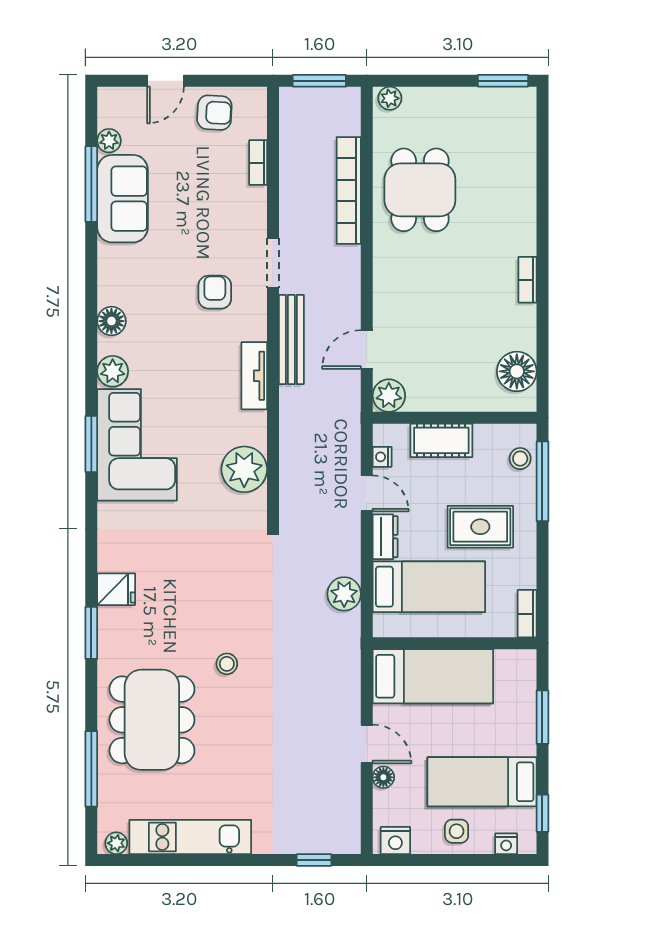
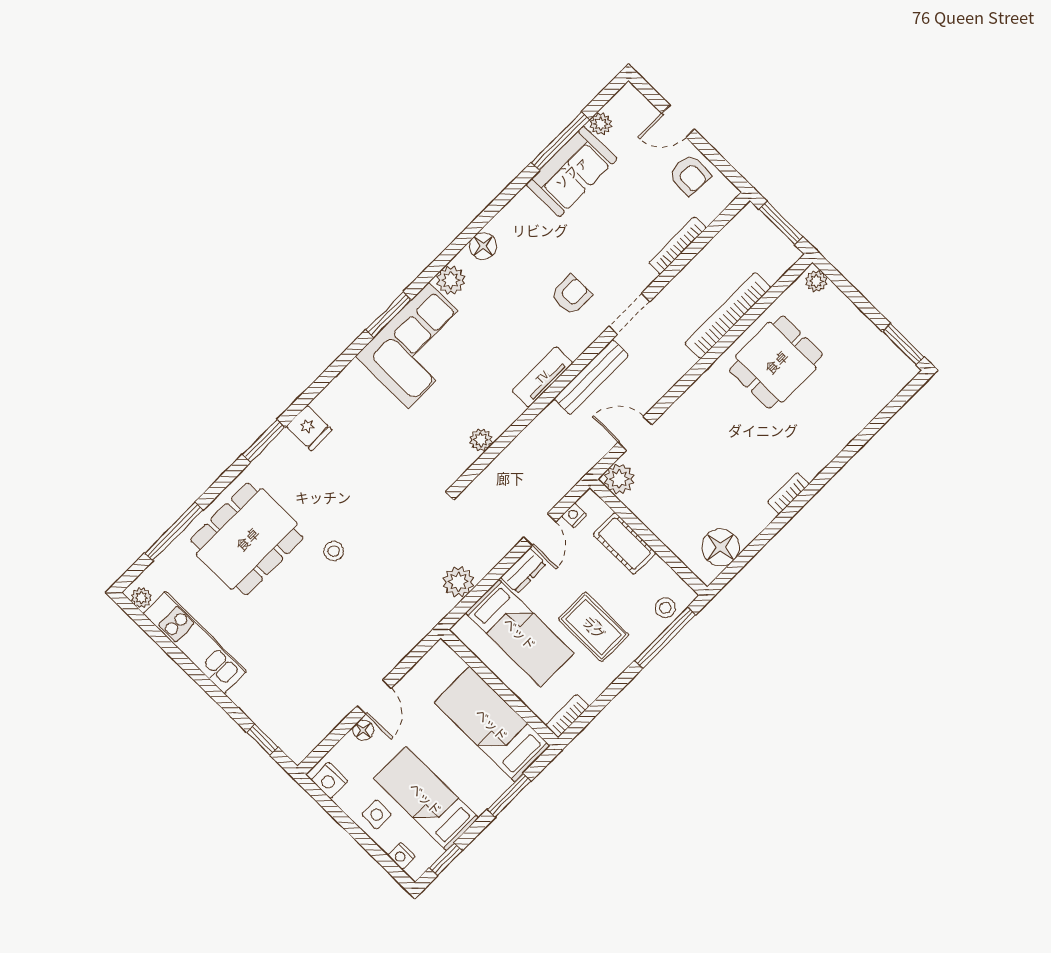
bookcase: (258, 163) -> (678, 245), width x1.56
plant: (244, 469) -> (481, 440), width x0.53, depth x0.53
bed: (433, 676) -> (492, 724), moved, turned 180

